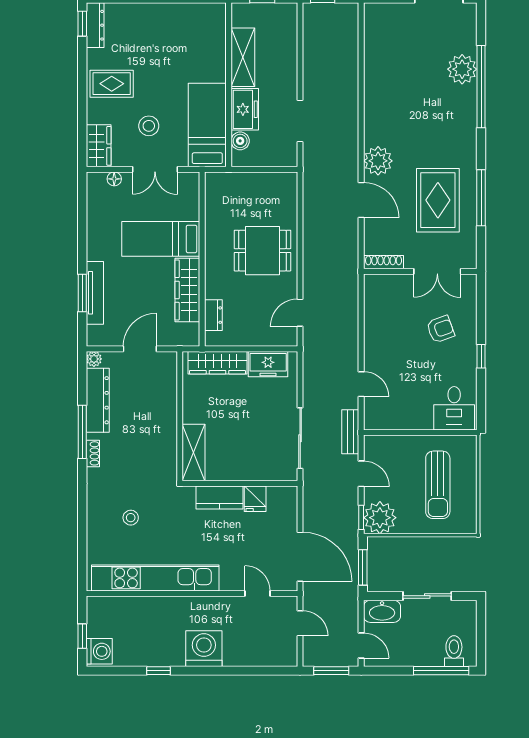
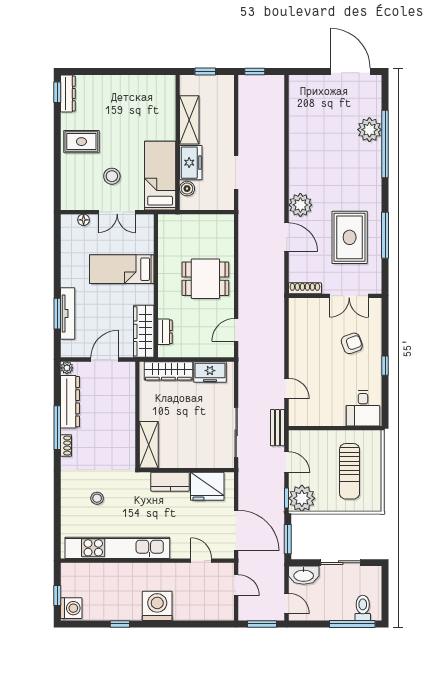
wardrobe: (99, 146) -> (71, 193), removed
wardrobe: (187, 290) -> (144, 331), moved
fridge: (255, 499) -> (207, 486), width x1.88, depth x1.34

